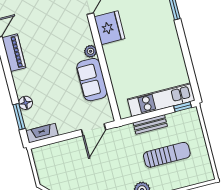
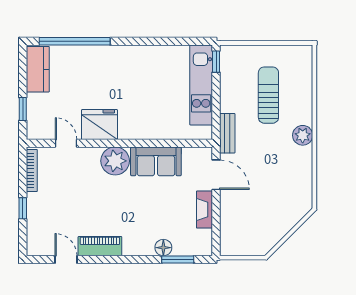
plant: (91, 51) -> (115, 161), width x1.88, depth x1.88
bench: (150, 124) -> (227, 133), moved
fireplace: (42, 133) -> (204, 210), moved

